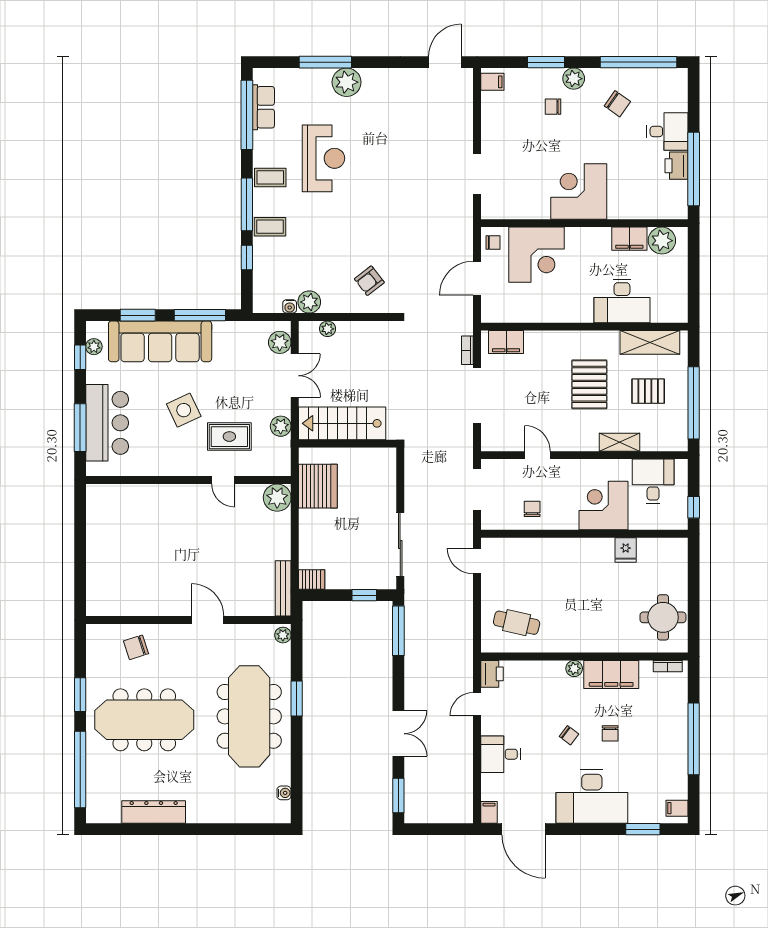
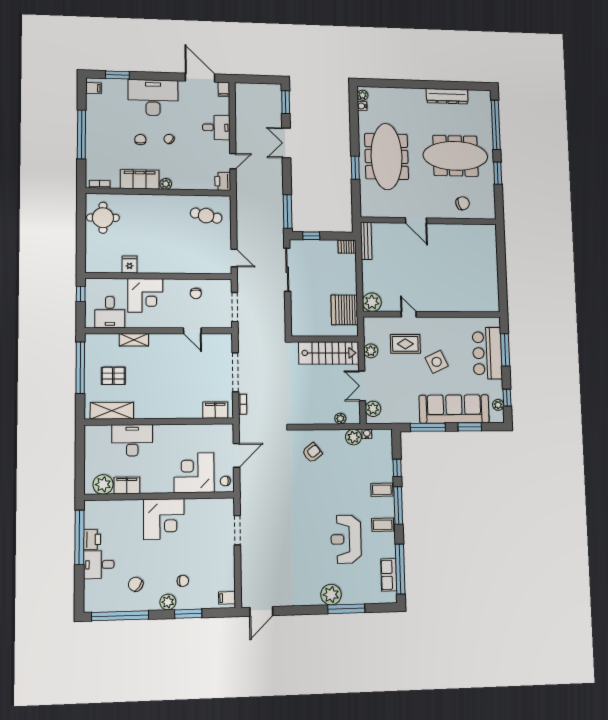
pallet: (589, 384) -> (156, 381), removed
plant: (283, 635) -> (362, 95), moved

